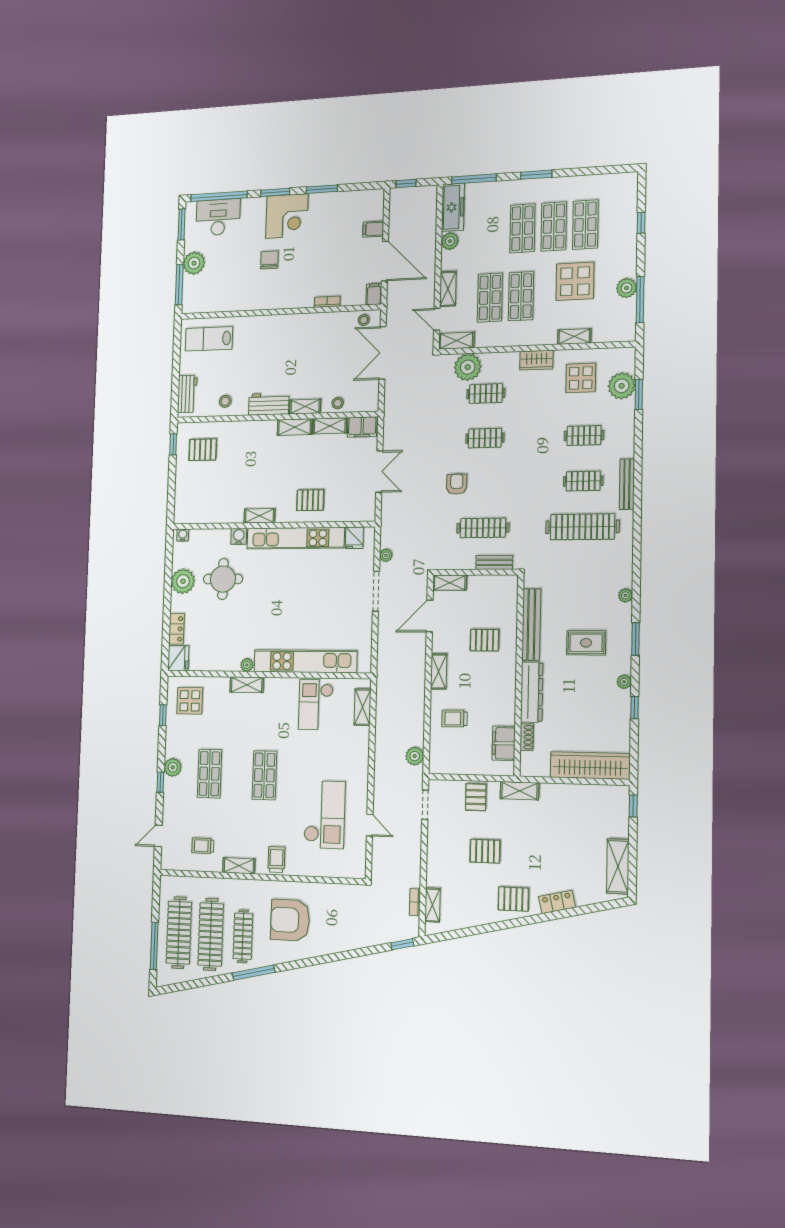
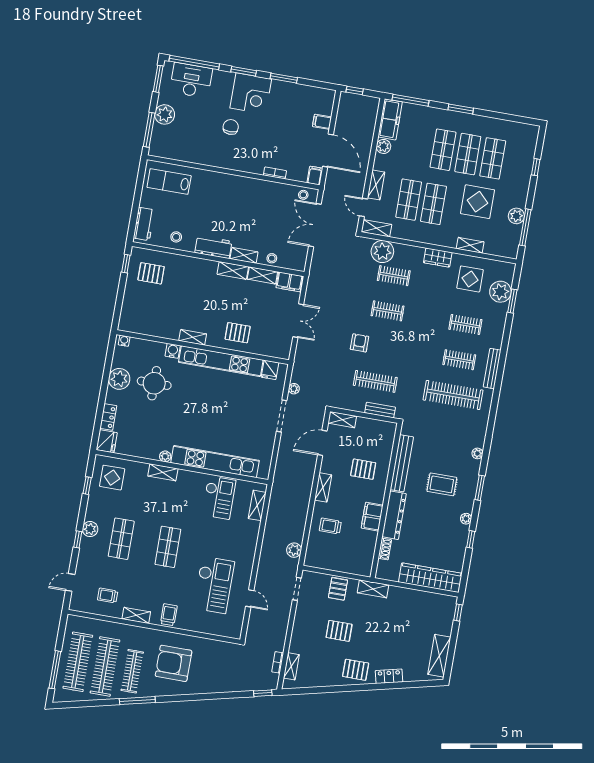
checkout: (316, 705) -> (219, 498), turned 180
filing cabinet: (504, 743) -> (372, 517), moved

